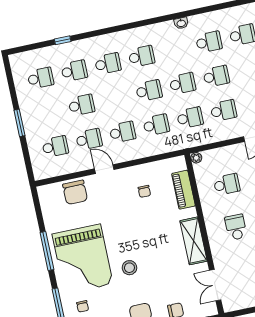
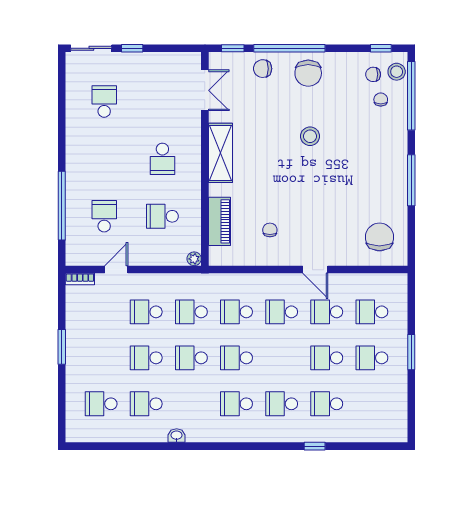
window: (63, 40) -> (315, 446), moved
school desk: (41, 78) -> (372, 358), moved
chair: (75, 192) -> (379, 237), moved
grand piano: (83, 259) -> (368, 160), removed

